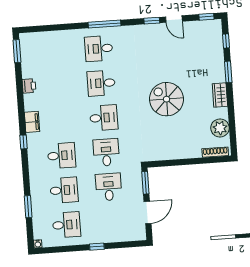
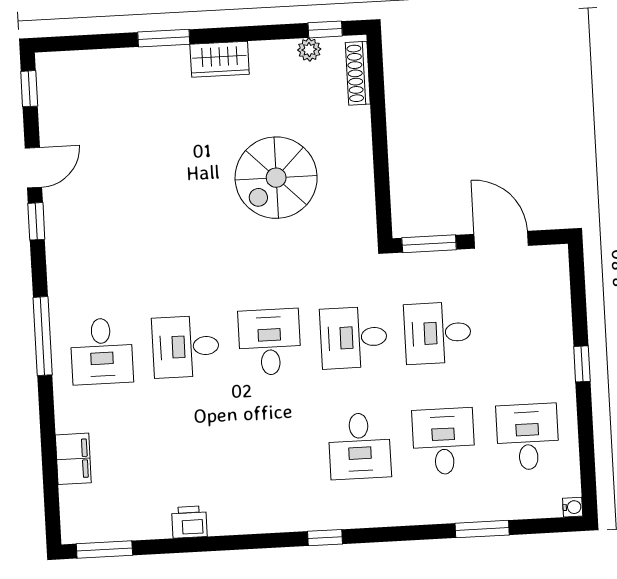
window: (226, 41) -> (325, 29), moved
desk: (101, 83) -> (186, 347), turned 90
spiral stairs: (166, 99) -> (276, 178), moved
filing cabinet: (32, 122) -> (73, 459), moved, turned 90
plant: (220, 128) -> (309, 50), width x0.53, depth x0.53
desk: (61, 156) -> (360, 446), turned 180

